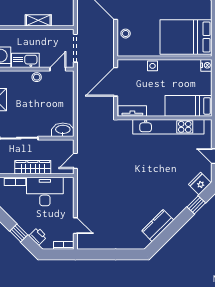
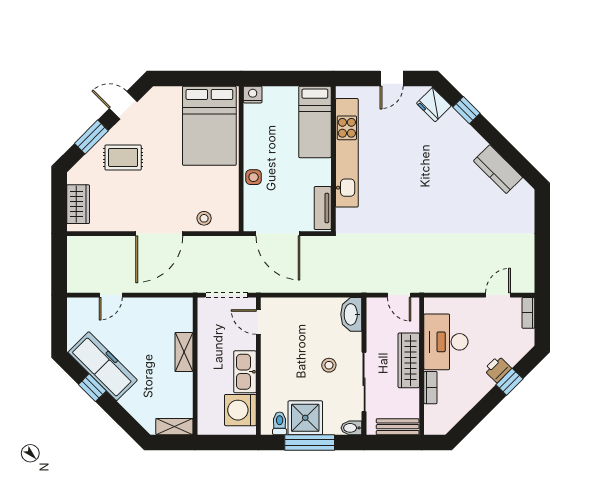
stool: (37, 77) -> (329, 365), moved
printer: (38, 236) -> (498, 369), moved

